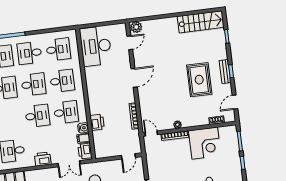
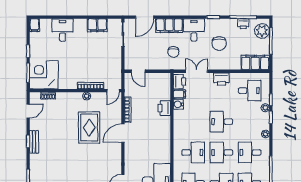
door: (134, 78) -> (123, 133), moved
rug: (199, 80) -> (89, 128), moved
desk: (62, 81) -> (193, 152), turned 180
desk: (66, 112) -> (193, 122), removed
door: (151, 134) -> (113, 91), hinge flipped
corner desk: (205, 143) -> (44, 75), moved
door: (128, 156) -> (138, 71), swing flipped

